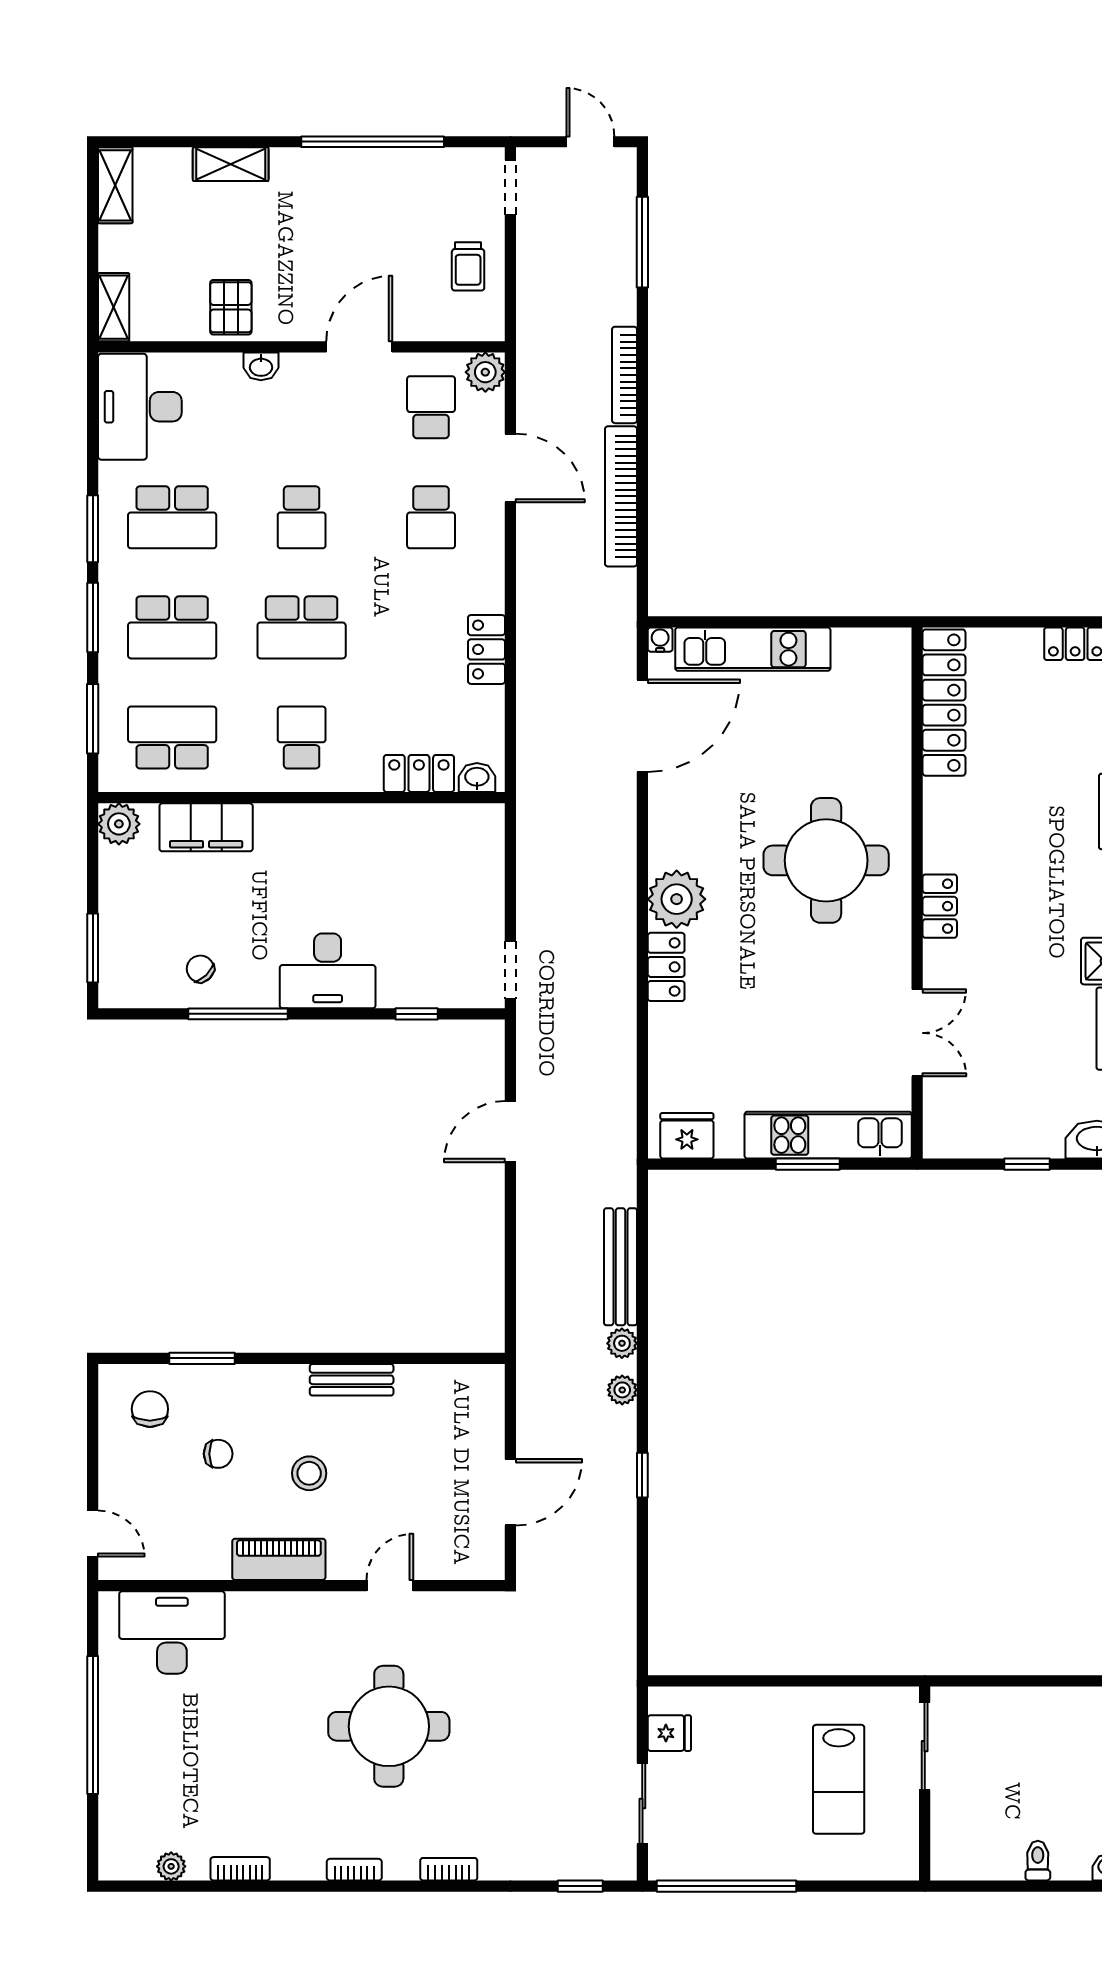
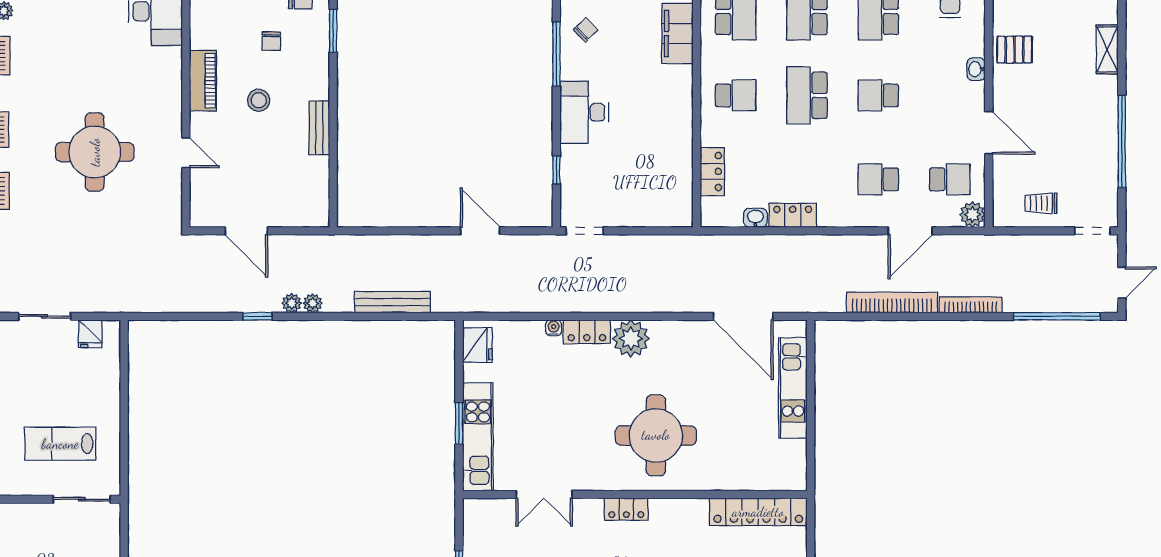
window: (642, 242) -> (1057, 316), width x1.46
water cooler: (660, 640) -> (554, 328), moved, turned -90
washbasin: (477, 778) -> (755, 218), moved, turned -90
plant: (622, 1343) -> (292, 303), moved

